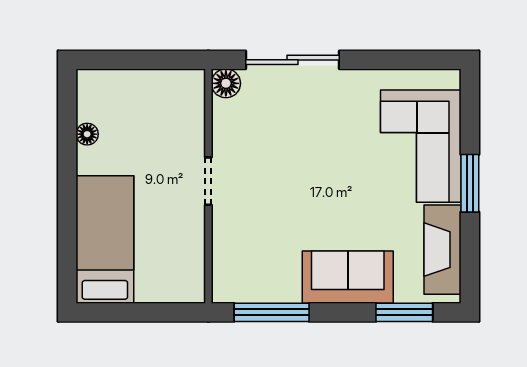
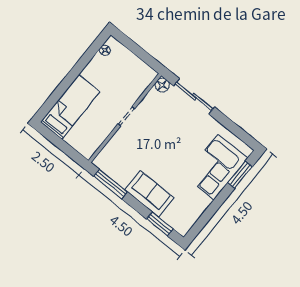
floor lamp: (87, 134) -> (105, 50), moved
window: (470, 183) -> (240, 175), moved
fireplace: (442, 250) -> (193, 212), removed

